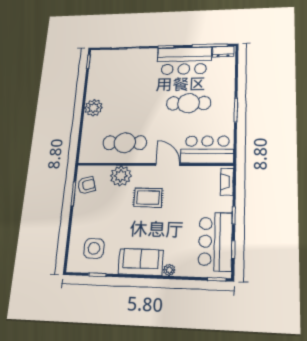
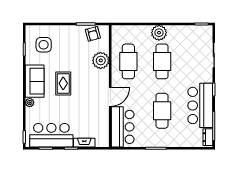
cafe table: (128, 104) -> (162, 61), added
fireplace: (227, 182) -> (84, 143), moved
rug: (148, 198) -> (63, 83), moved

